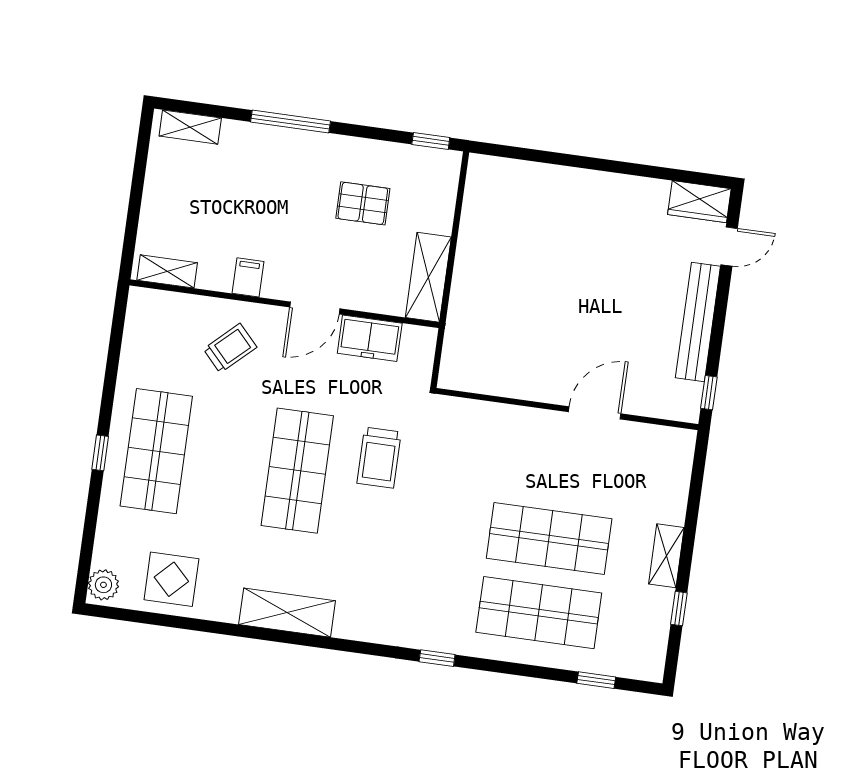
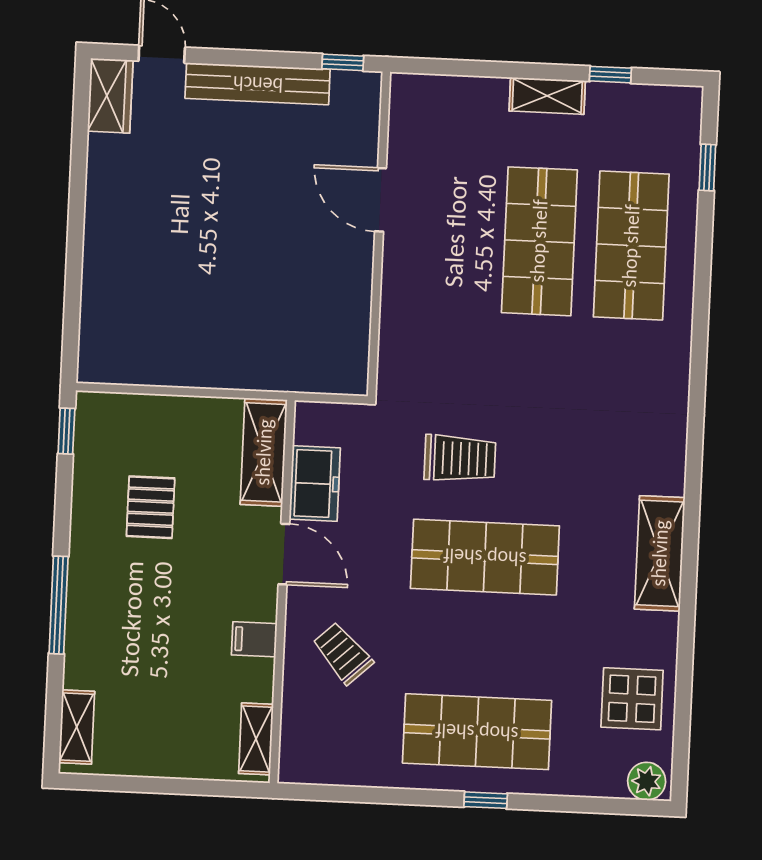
shelving: (428, 277) -> (264, 452), moved, turned 90
window: (437, 658) -> (698, 365), removed

